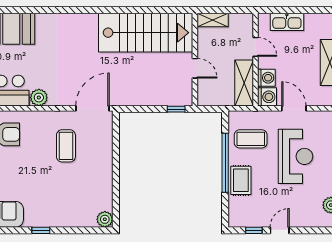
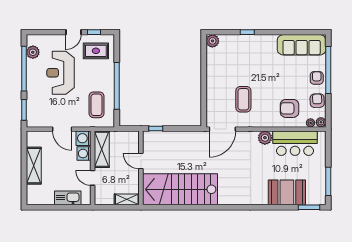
coffee table: (251, 139) -> (97, 105), turned 90
reception desk: (296, 156) -> (61, 73), moved
rug: (241, 180) -> (96, 51), moved, turned 90
window: (41, 230) -> (247, 32), moved

